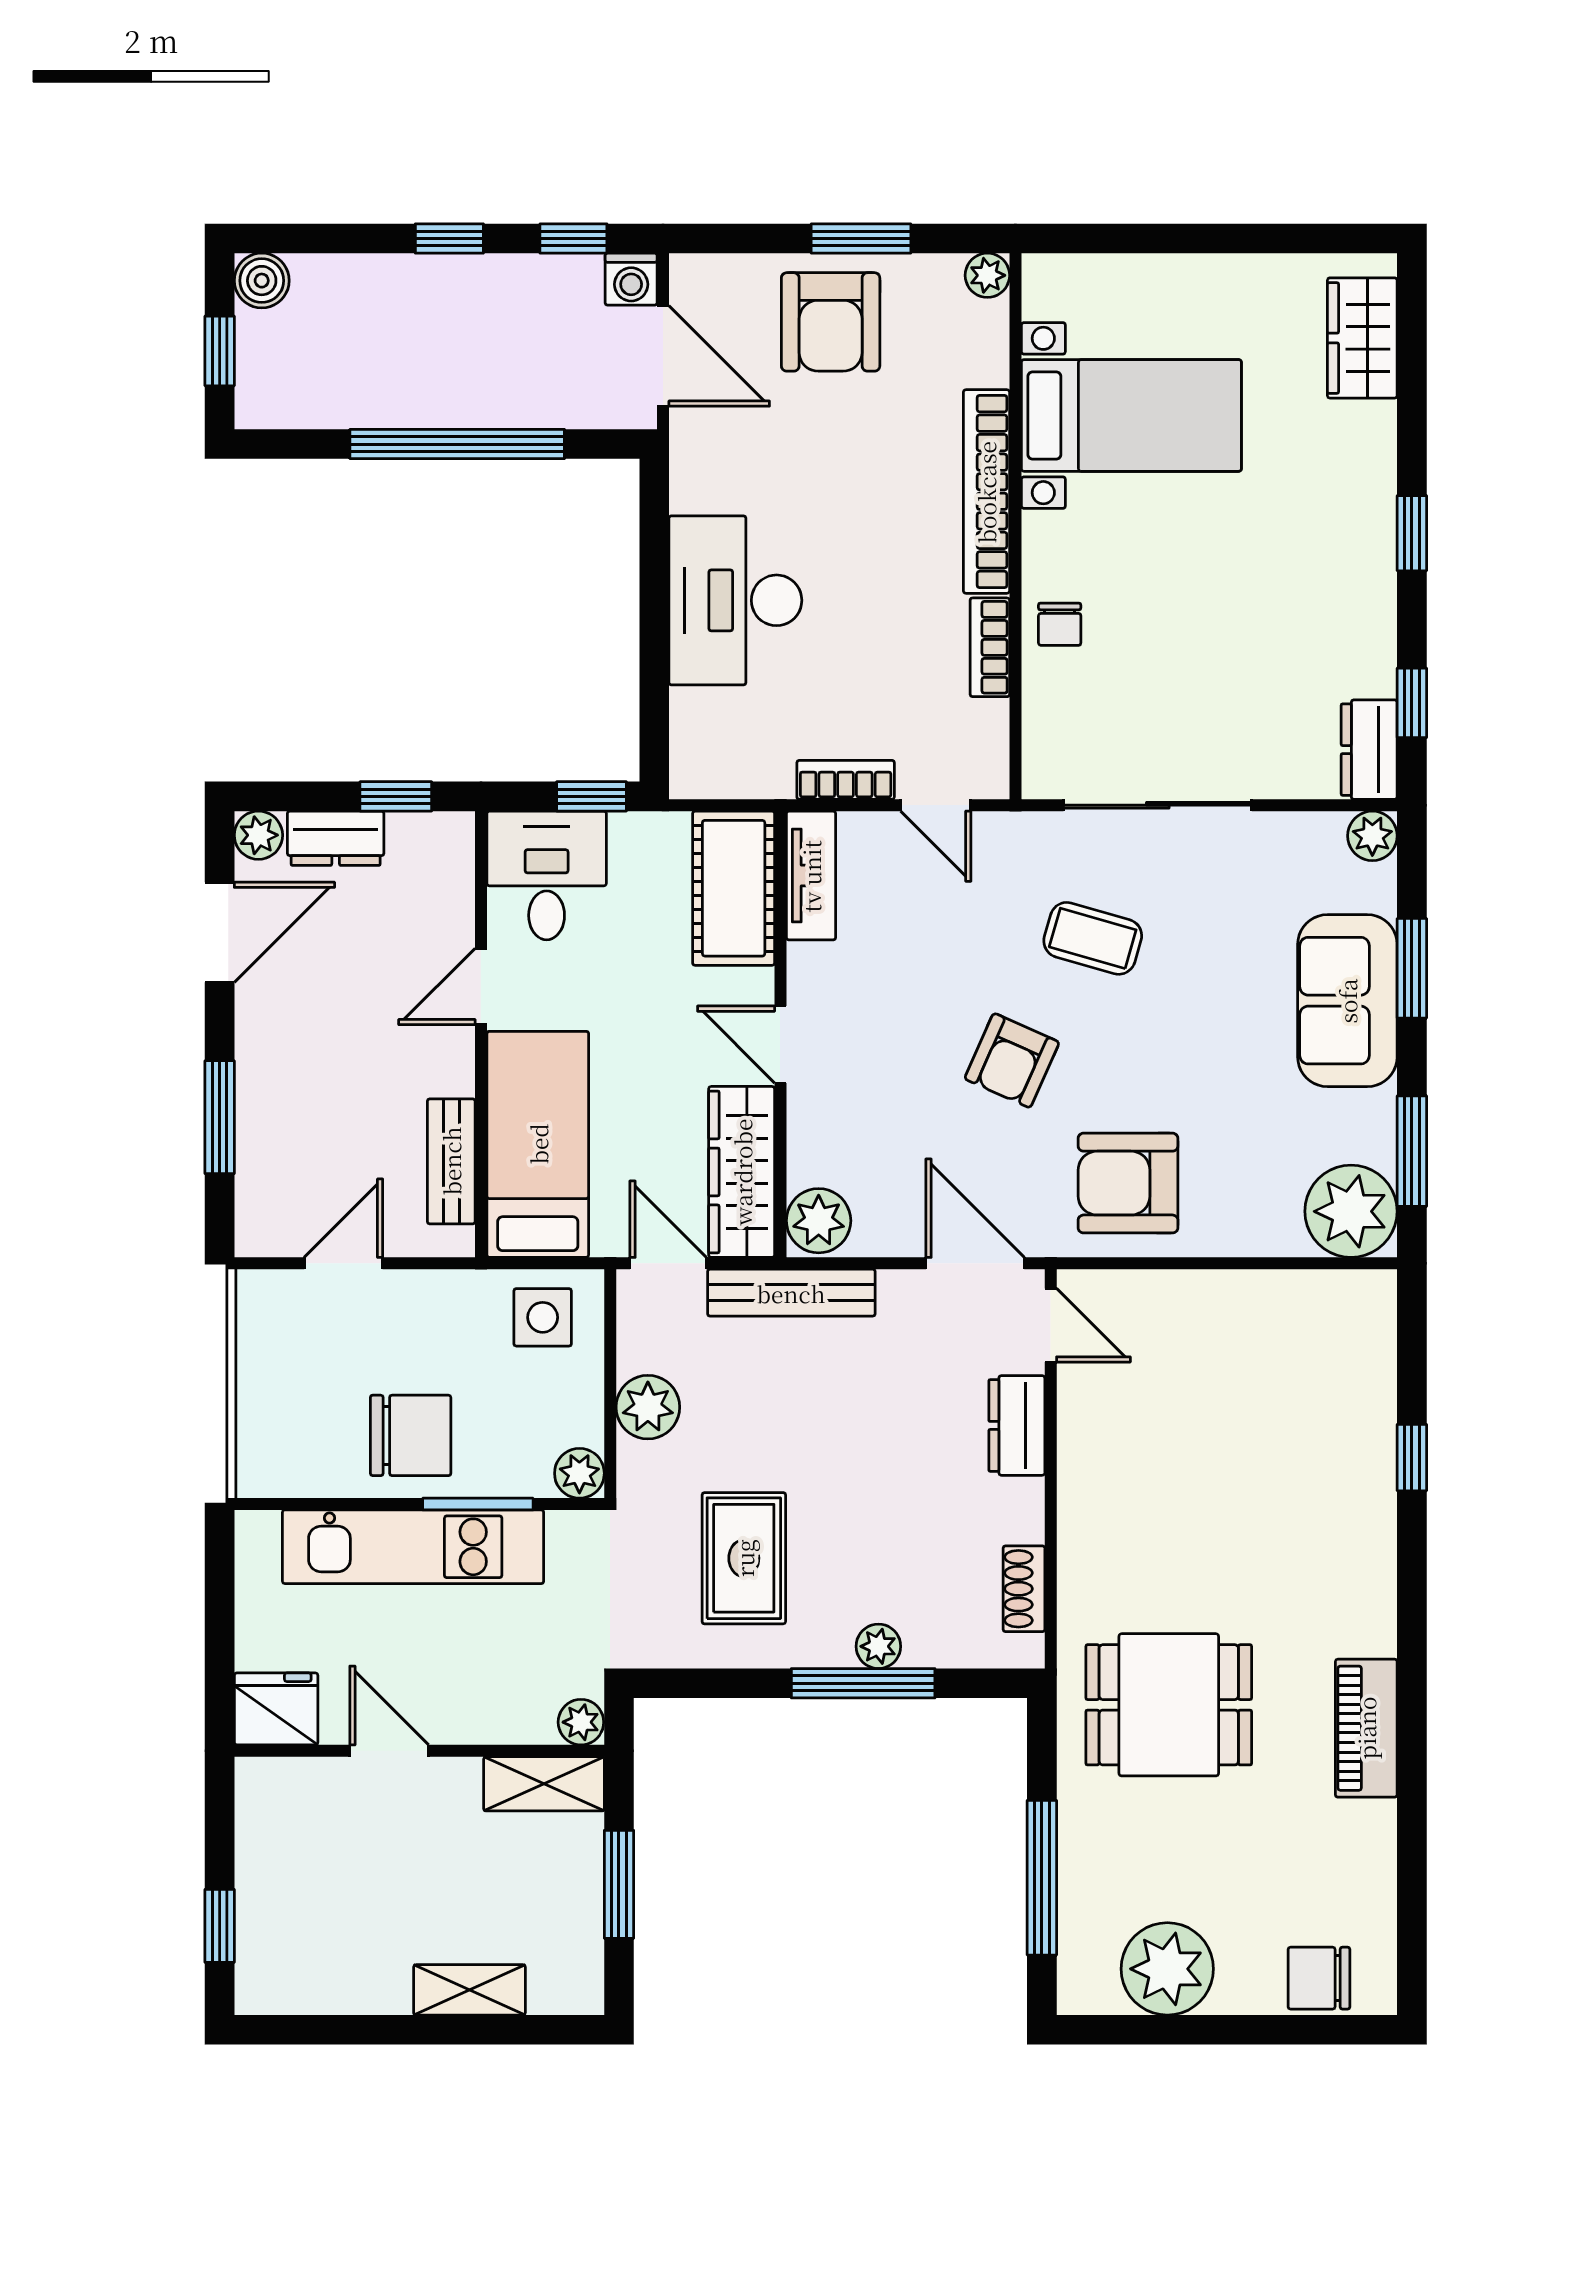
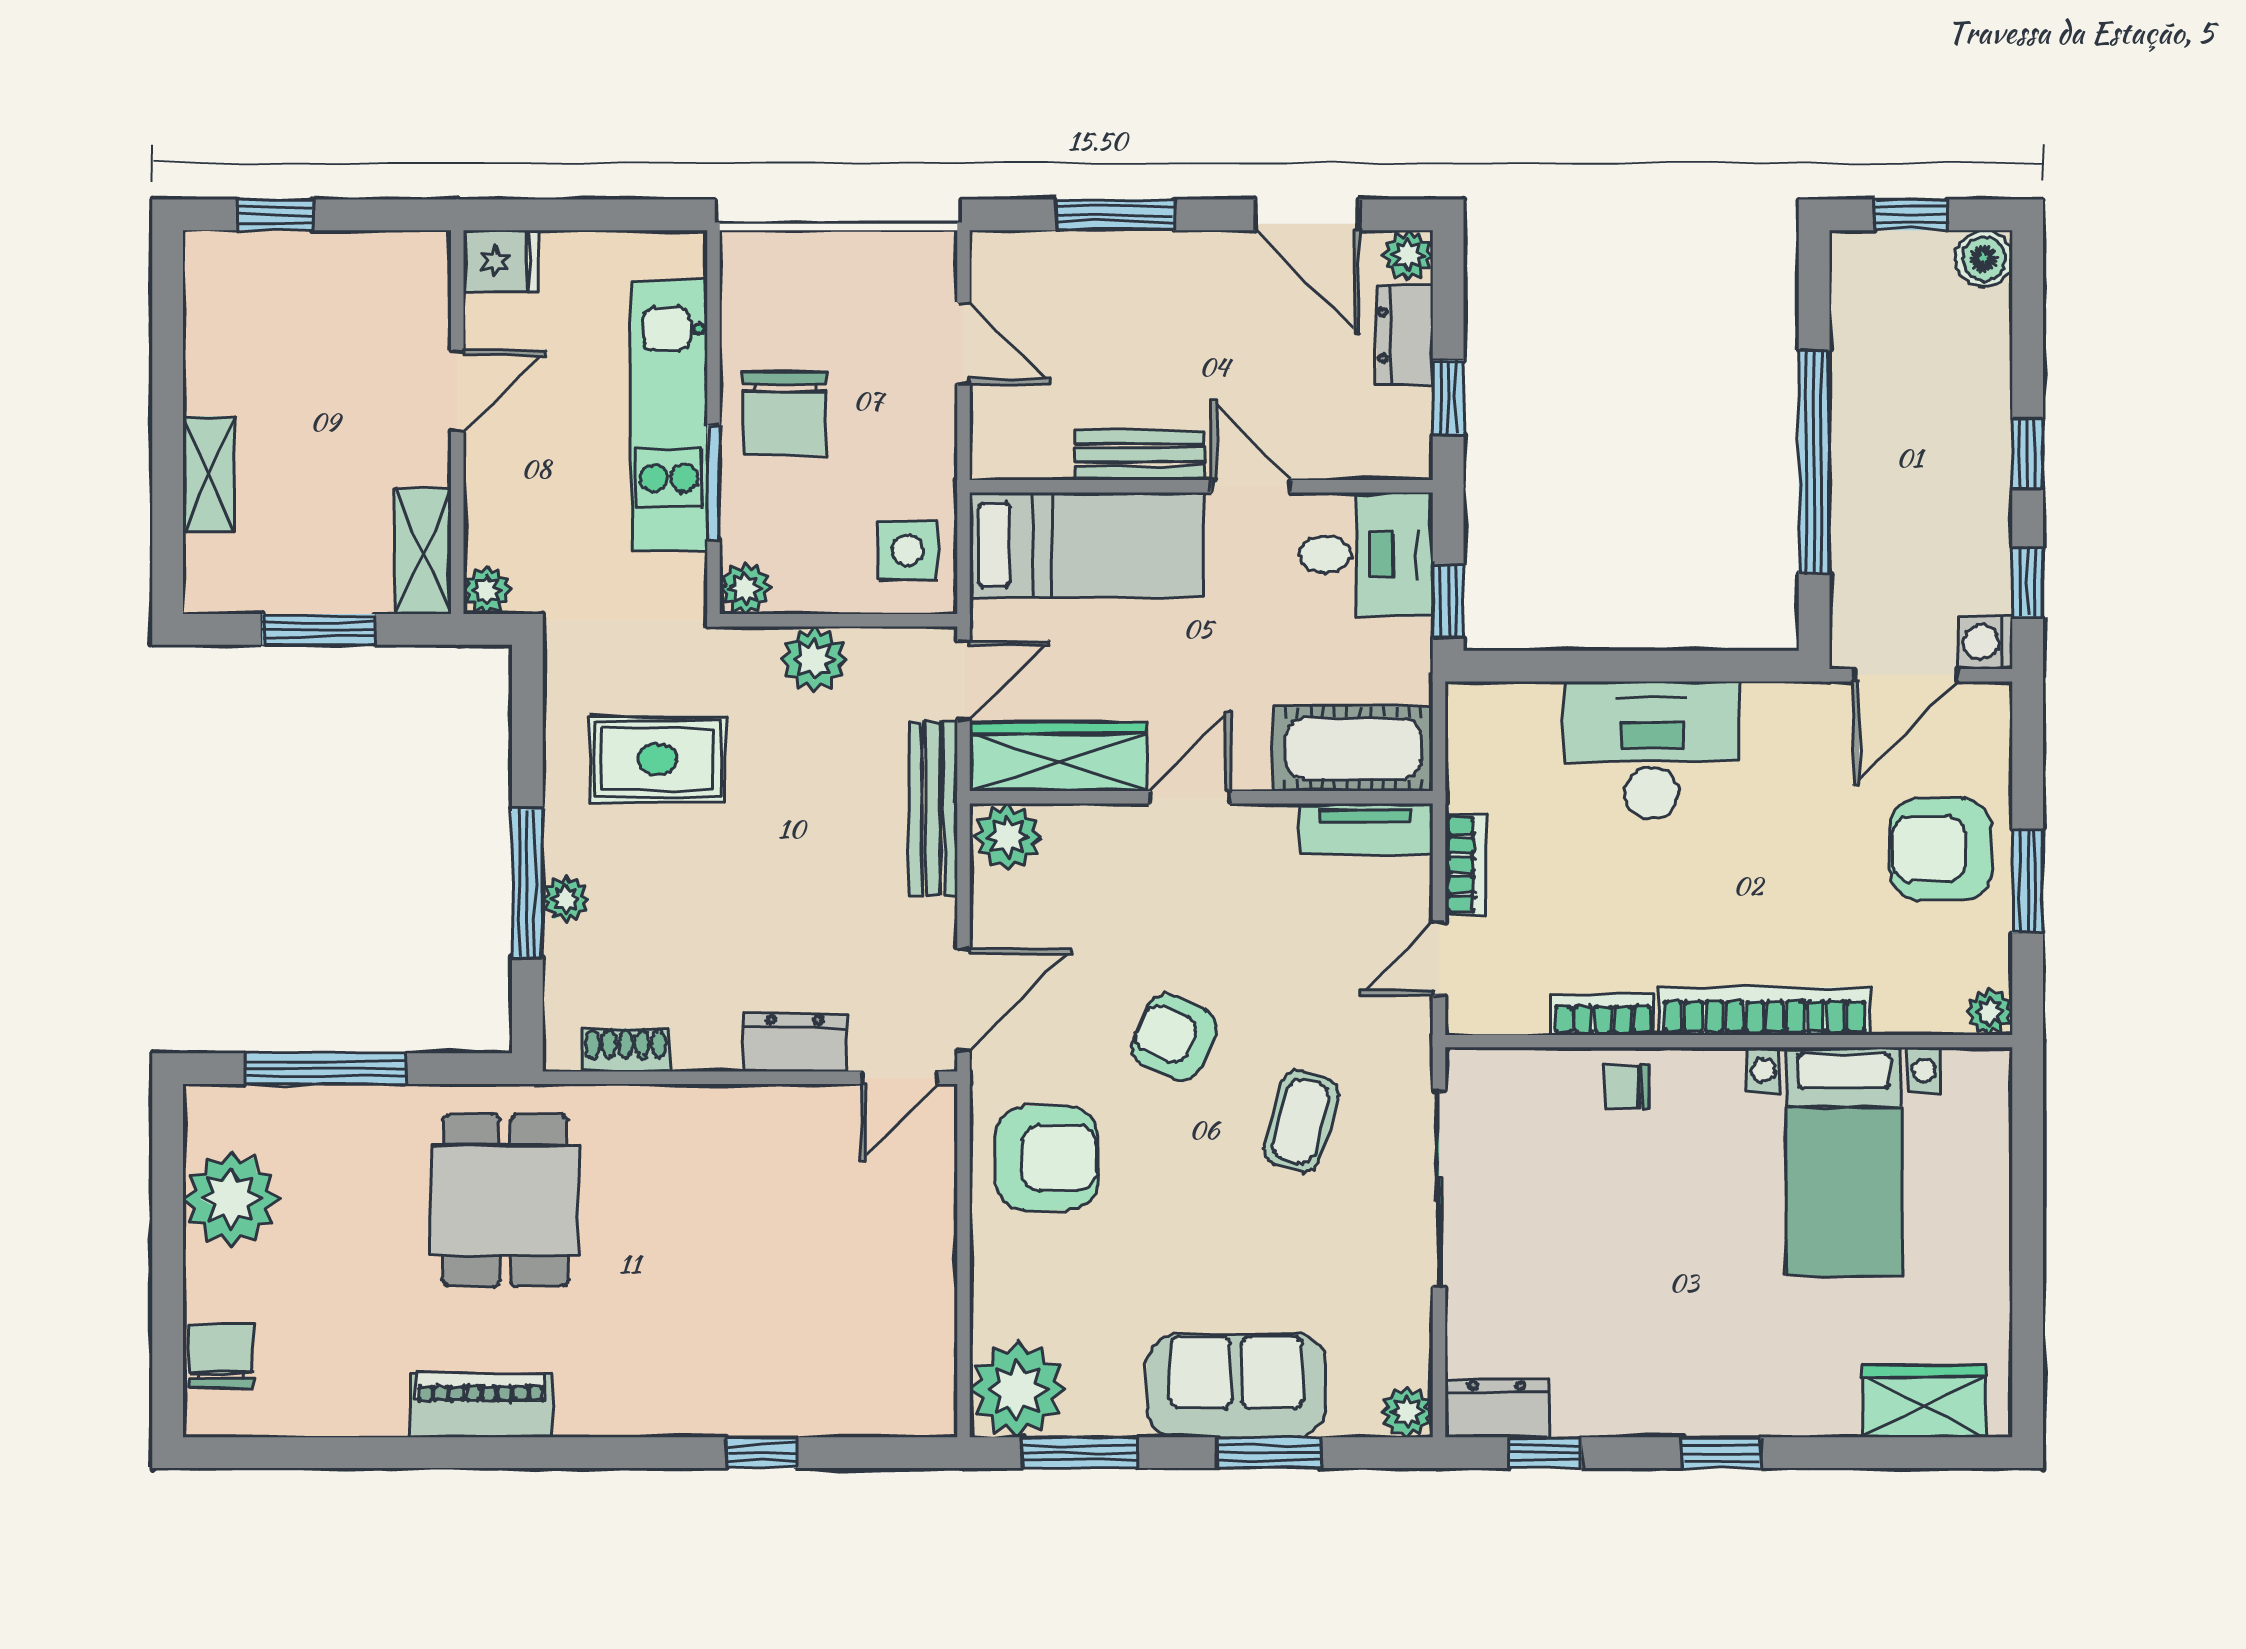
bench: (451, 1161) -> (1140, 455), moved
armchair: (1128, 1183) -> (1047, 1158), turned 90
fridge: (276, 1709) -> (501, 261), width x0.72

